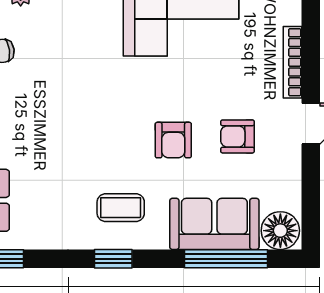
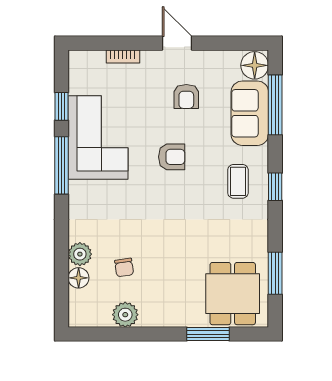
bookcase: (293, 62) -> (123, 56), width x0.64
armchair: (173, 140) -> (172, 157), moved

